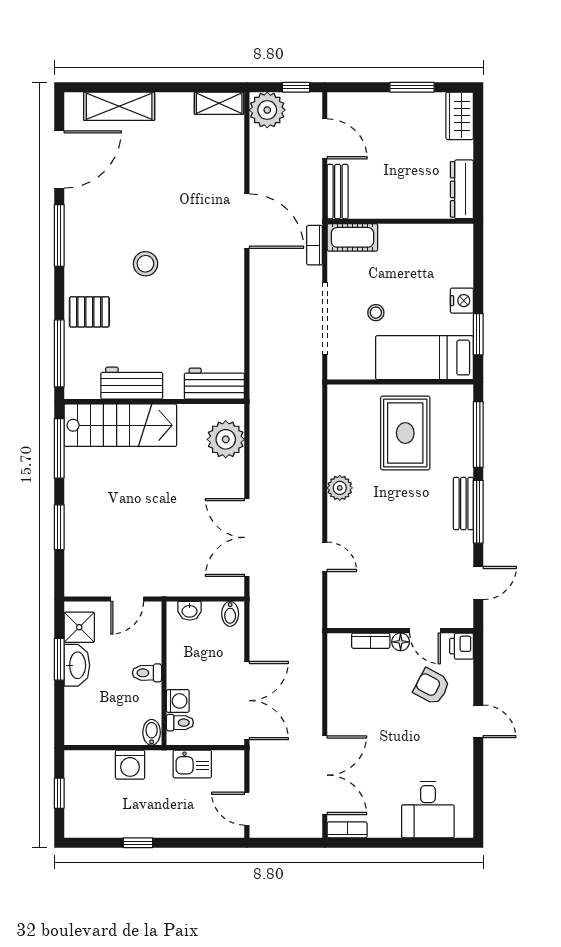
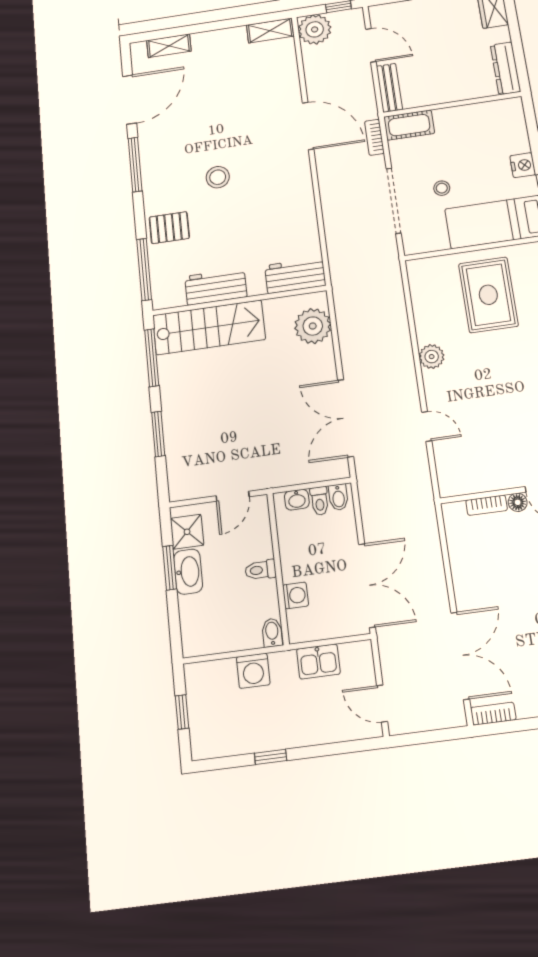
shelving: (119, 106) -> (169, 46), width x0.67, depth x0.75
toilet: (180, 723) -> (320, 501), moved, turned 90

